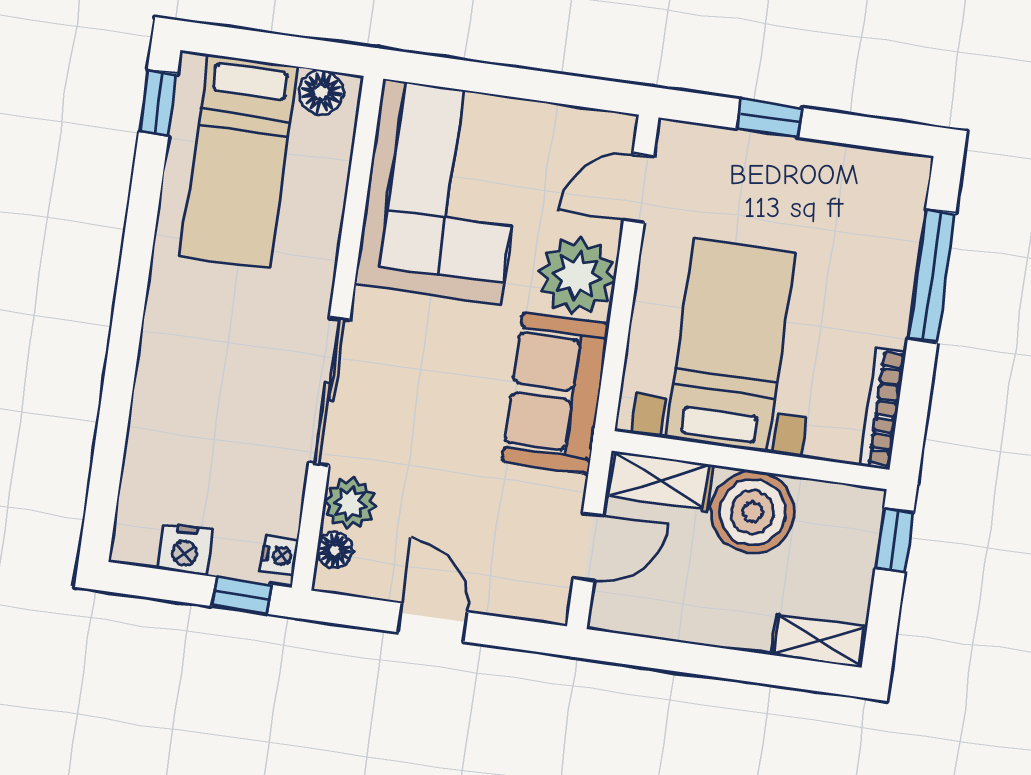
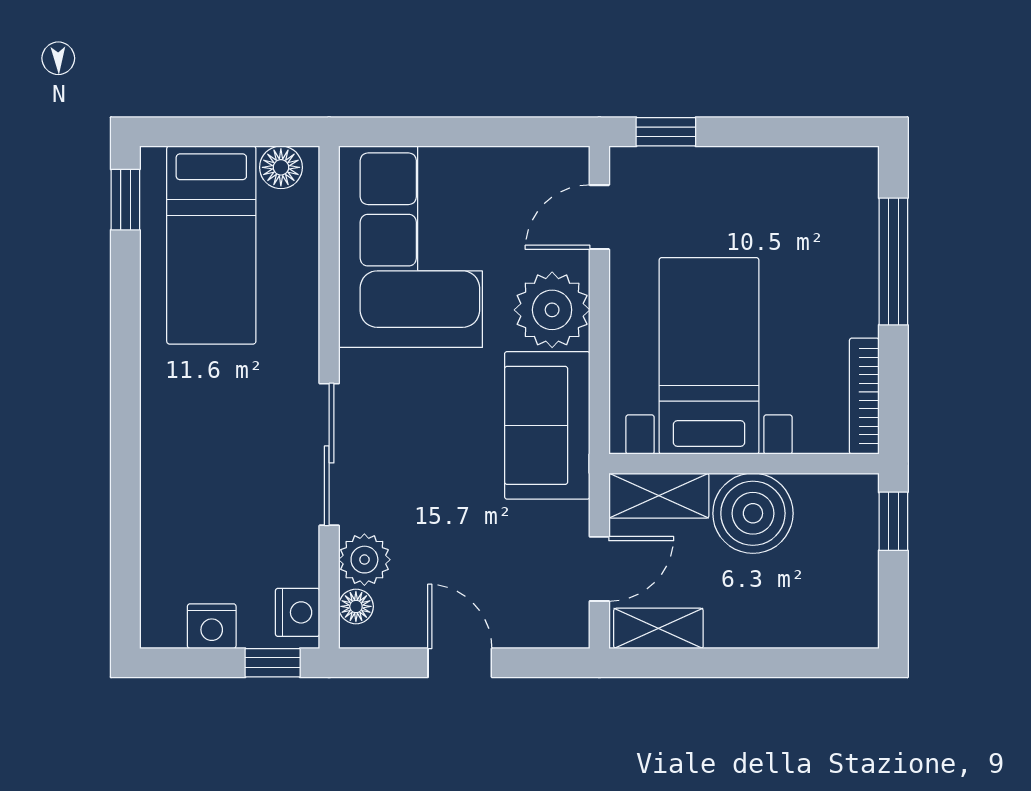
window: (769, 118) -> (666, 132), moved
nightstand: (279, 556) -> (298, 612), width x1.39, depth x1.35
shelving: (819, 641) -> (658, 628), moved

